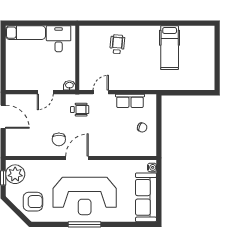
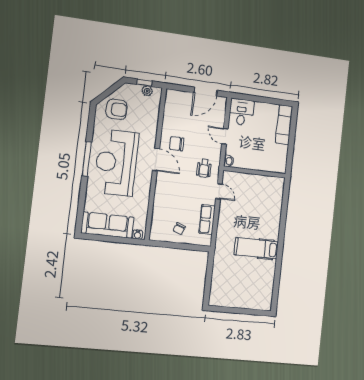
desk: (59, 39) -> (241, 112), moved, turned -90
wheelchair: (117, 44) -> (263, 213), removed
hospital bed: (170, 48) -> (256, 248), moved
plant: (15, 174) -> (147, 91), width x0.53, depth x0.53
armchair: (33, 202) -> (117, 109), turned -90

